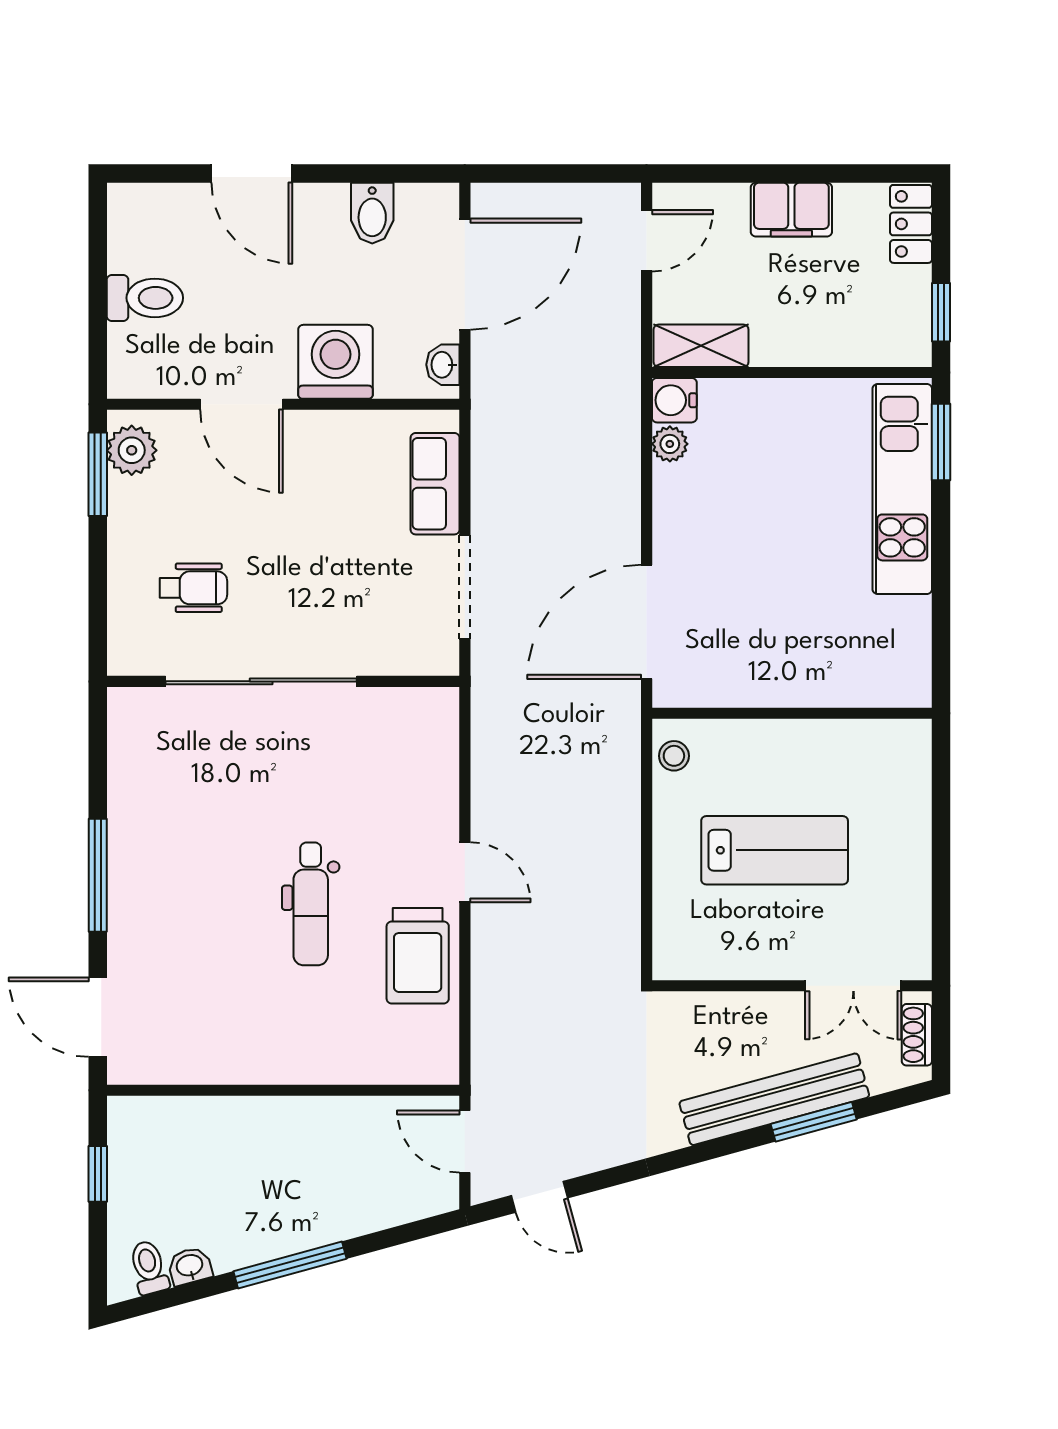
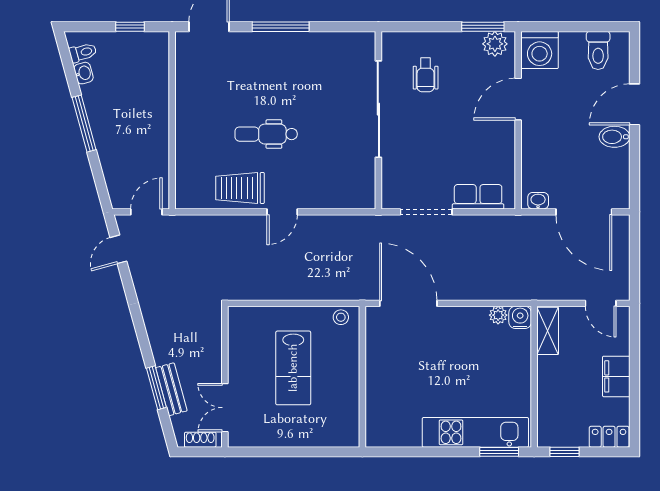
bidet: (372, 213) -> (614, 137), moved
toilet: (145, 298) -> (598, 50), moved
washing machine: (335, 362) -> (540, 50), moved, turned 90
bench: (774, 1099) -> (171, 389), width x0.54, depth x0.82

